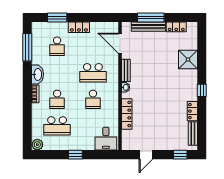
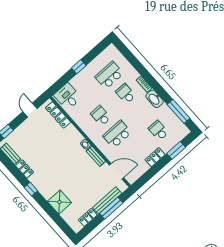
locker: (127, 114) -> (58, 115), moved
plant: (37, 145) -> (111, 50), removed

